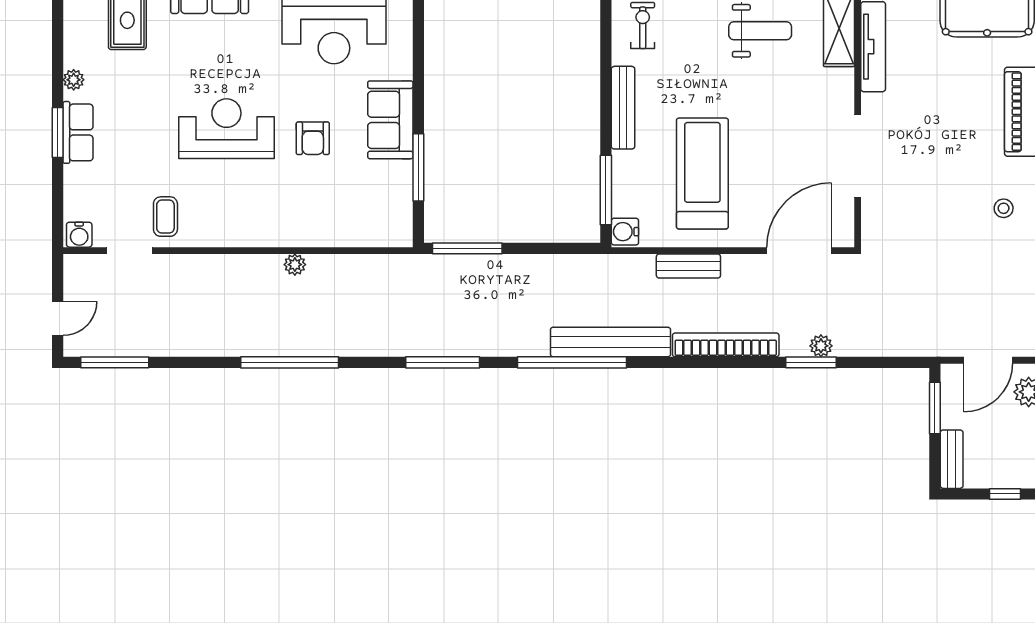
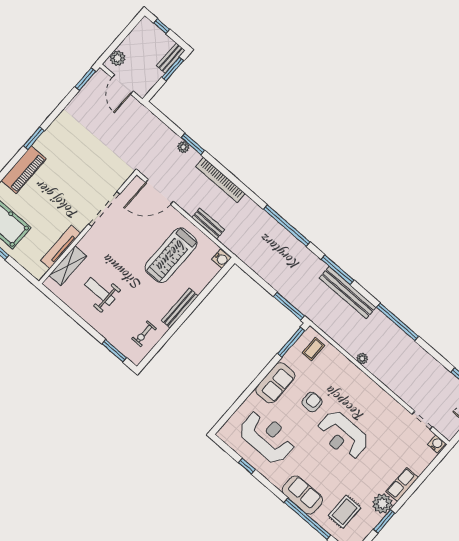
plant: (74, 80) -> (382, 504), width x1.87, depth x1.87
window: (58, 132) -> (384, 521), moved
window: (418, 167) -> (291, 342), moved
window: (606, 190) -> (215, 282), removed
stool: (1004, 208) -> (65, 139), removed
coffee table: (165, 217) -> (313, 349), moved
bench: (610, 342) -> (348, 293), moved
door: (988, 360) -> (123, 84), swing flipped
window: (935, 408) -> (173, 69), moved

